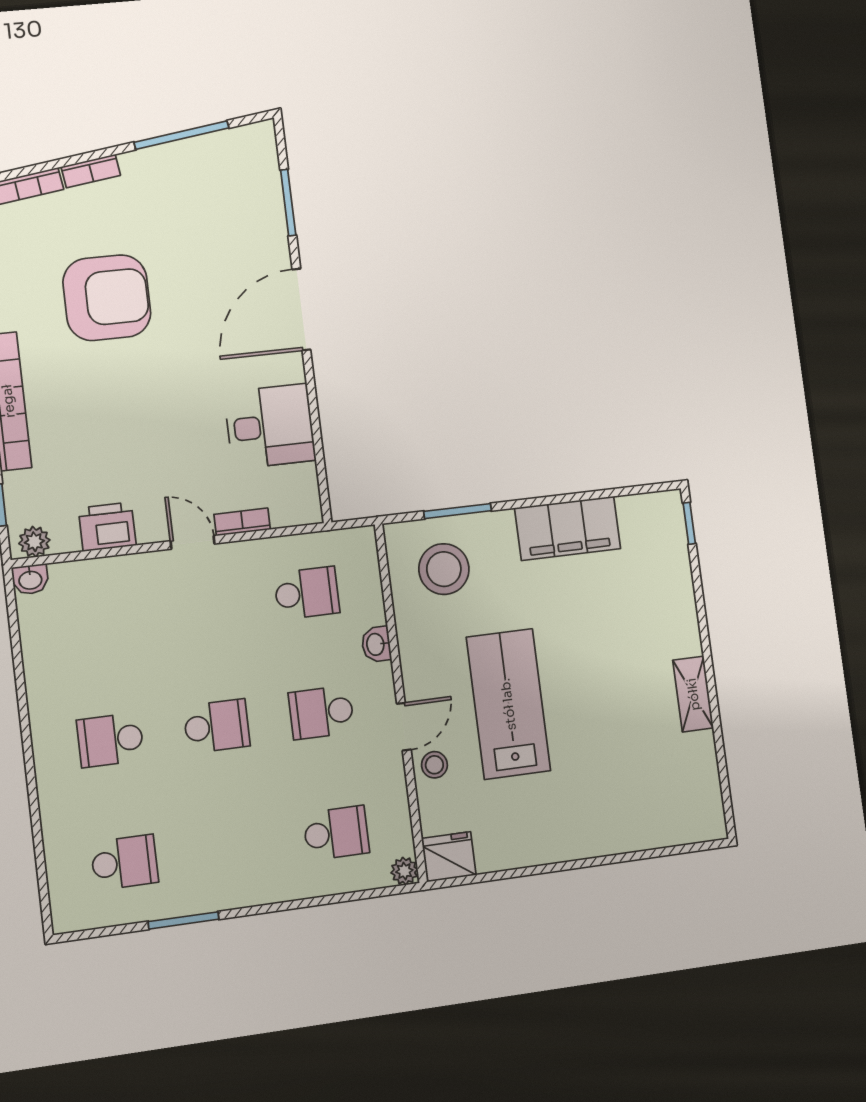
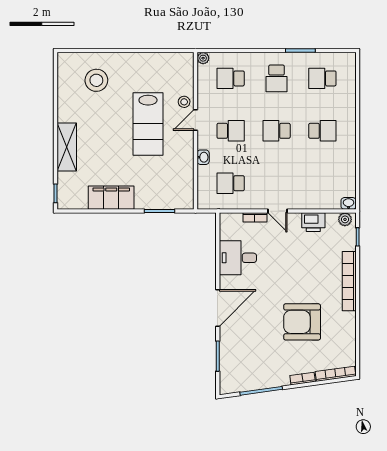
stool: (444, 569) -> (96, 80), moved
shelving: (693, 694) -> (67, 147), moved, width x1.50, depth x1.33
school desk: (231, 848) -> (277, 78), added
fridge: (449, 857) -> (183, 62), removed

